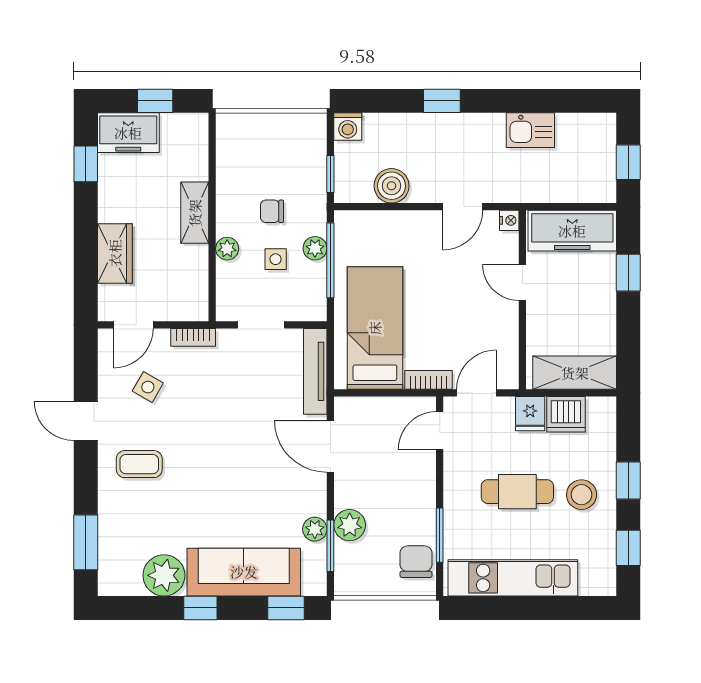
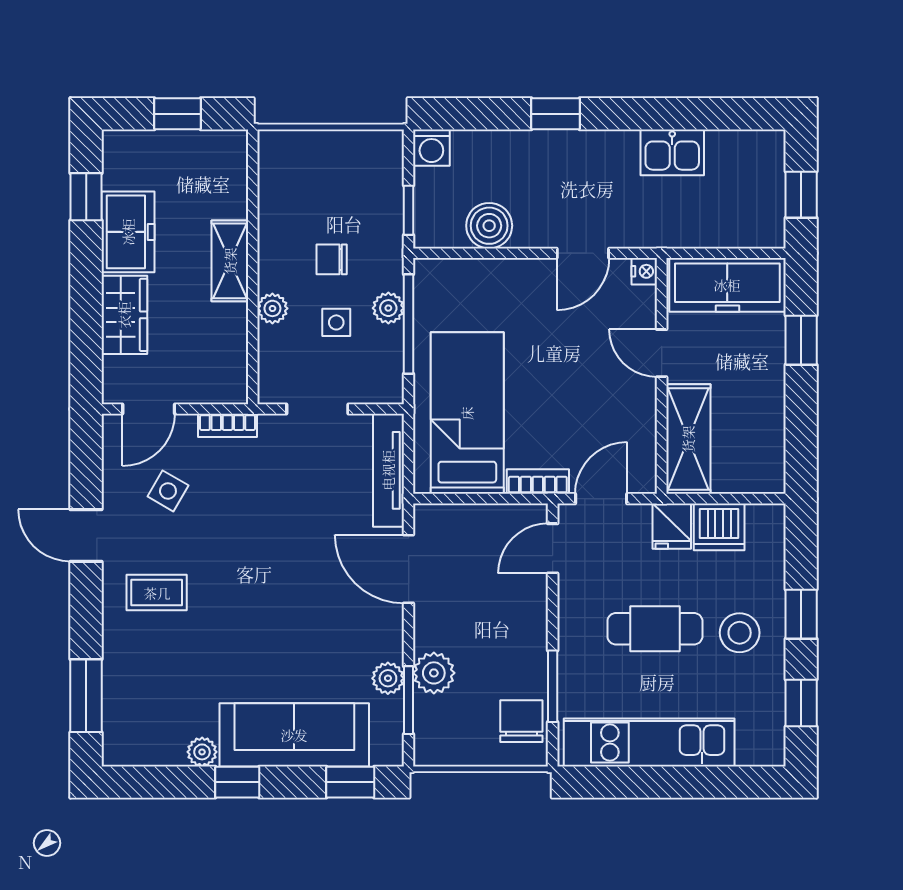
freezer: (128, 133) -> (128, 232), moved, turned -90
shelving: (575, 373) -> (688, 439), moved, turned 90
plant: (164, 575) -> (202, 752), width x0.53, depth x0.53

